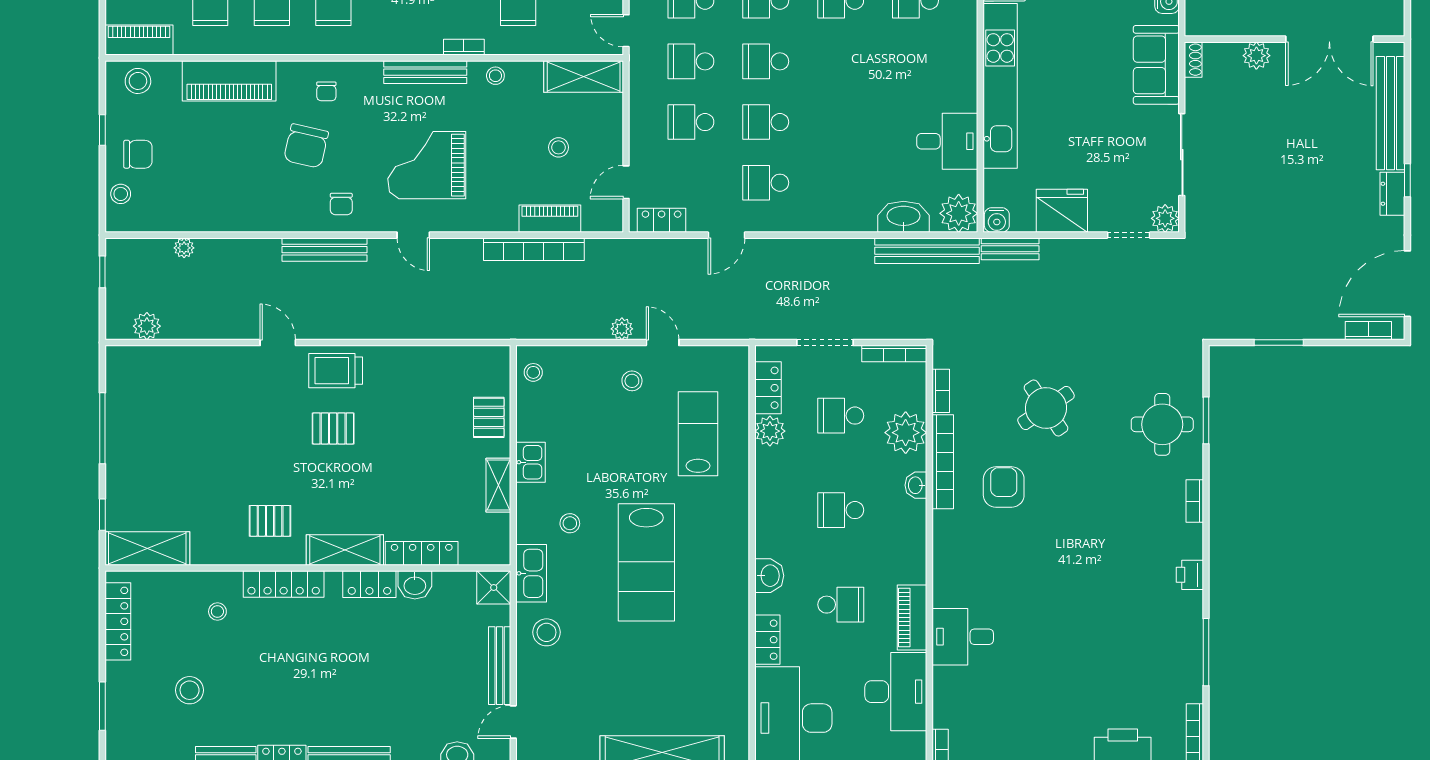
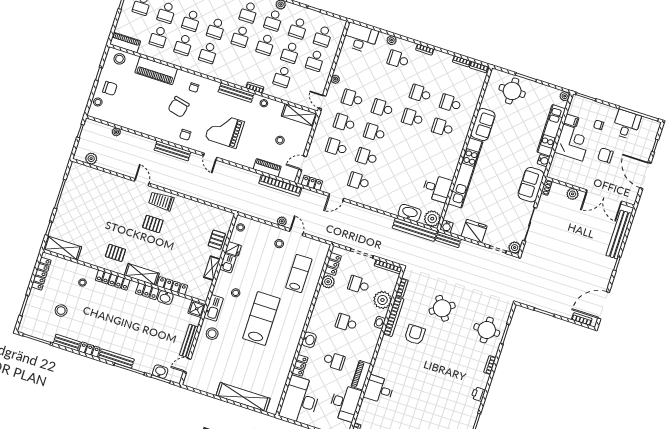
dresser: (1392, 194) -> (609, 267), removed
bookcase: (534, 249) -> (280, 186), moved
fridge: (532, 426) -> (233, 249), added
lab bench: (646, 562) -> (261, 318), turned 180

